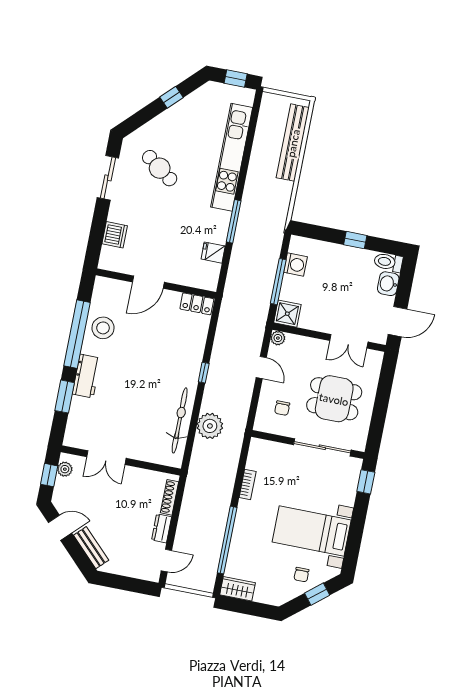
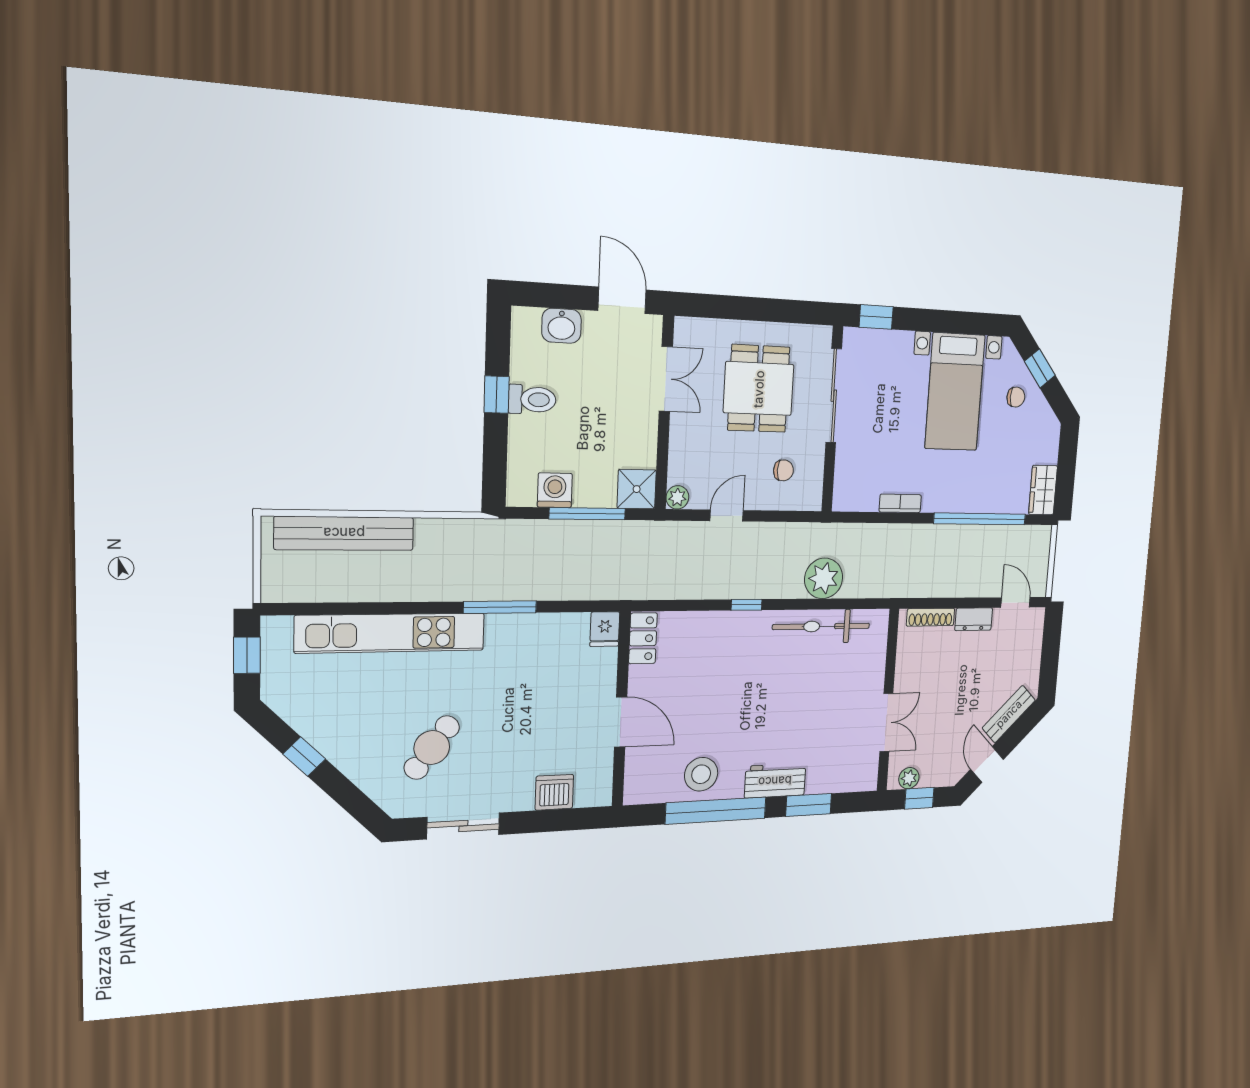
fridge: (213, 253) -> (605, 629), moved
toilet: (388, 262) -> (532, 399), moved, turned -90

